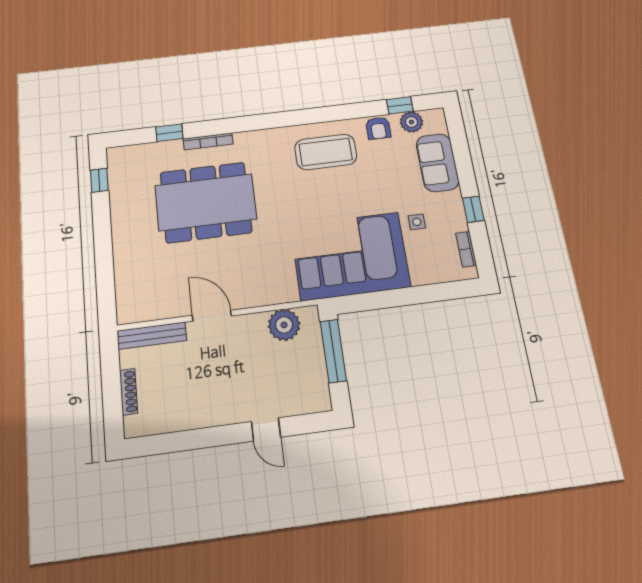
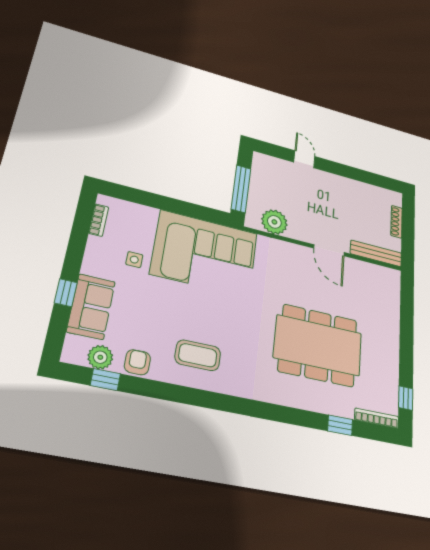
bookcase: (208, 141) -> (377, 418), moved
coffee table: (326, 152) -> (198, 355), width x0.73, depth x0.76
window: (473, 209) -> (66, 293), moved

